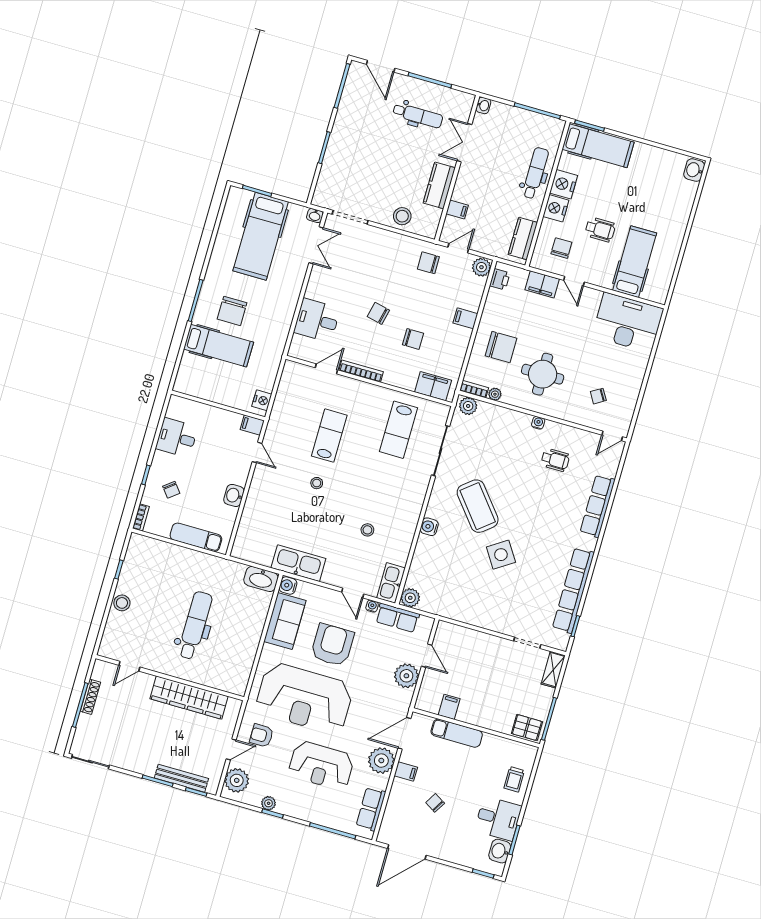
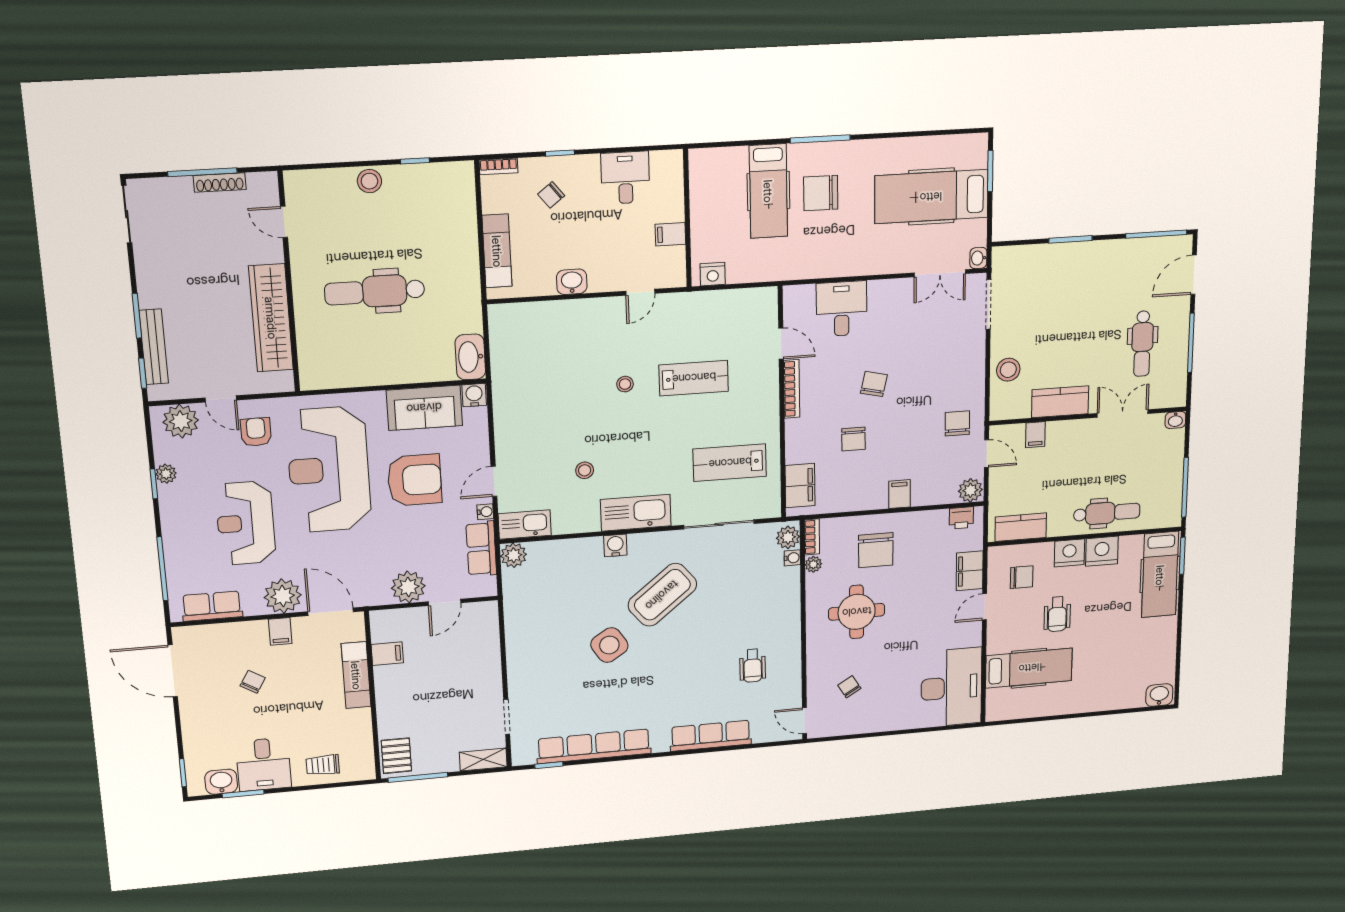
water cooler: (538, 423) -> (792, 558), moved
filing cabinet: (252, 425) -> (670, 234), moved, turned -90
kitchen sink: (298, 563) -> (636, 513), moved, turned -90
dental chair: (195, 625) -> (375, 291), turned 180

